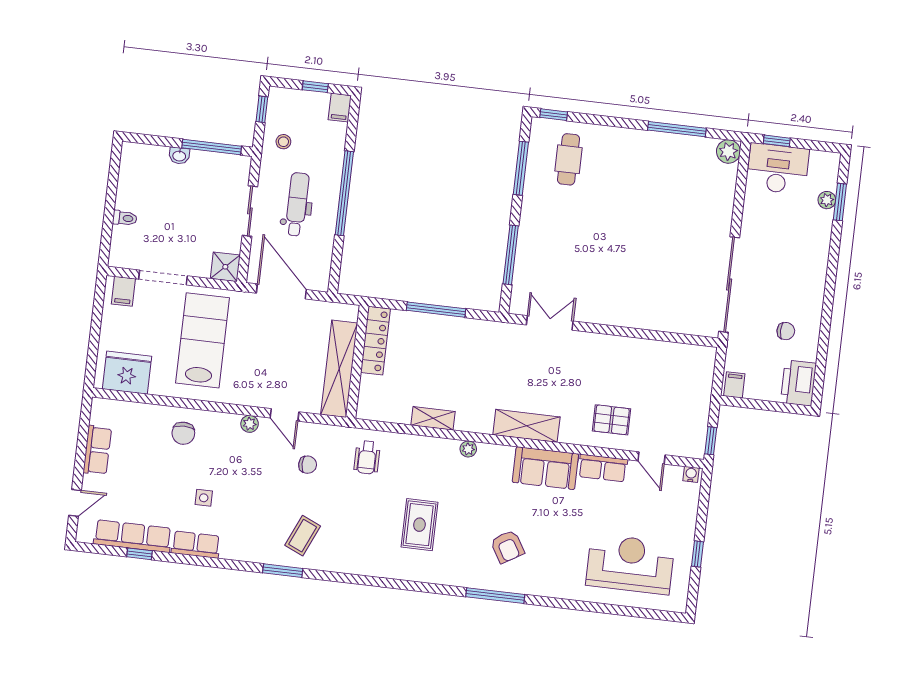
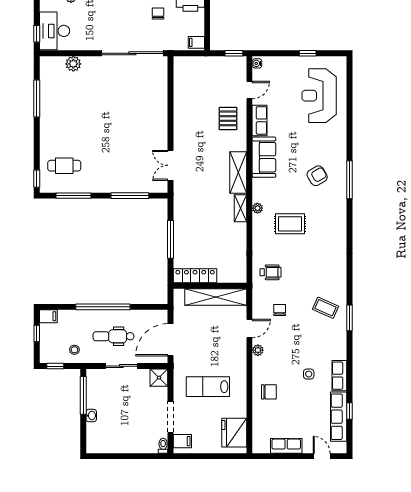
plant: (728, 152) -> (73, 64), moved
toilet: (125, 218) -> (163, 446), moved
lab bench: (203, 340) -> (208, 387), width x0.73, depth x0.72
shelving: (433, 418) -> (240, 208), moved
rug: (419, 525) -> (290, 224), moved

